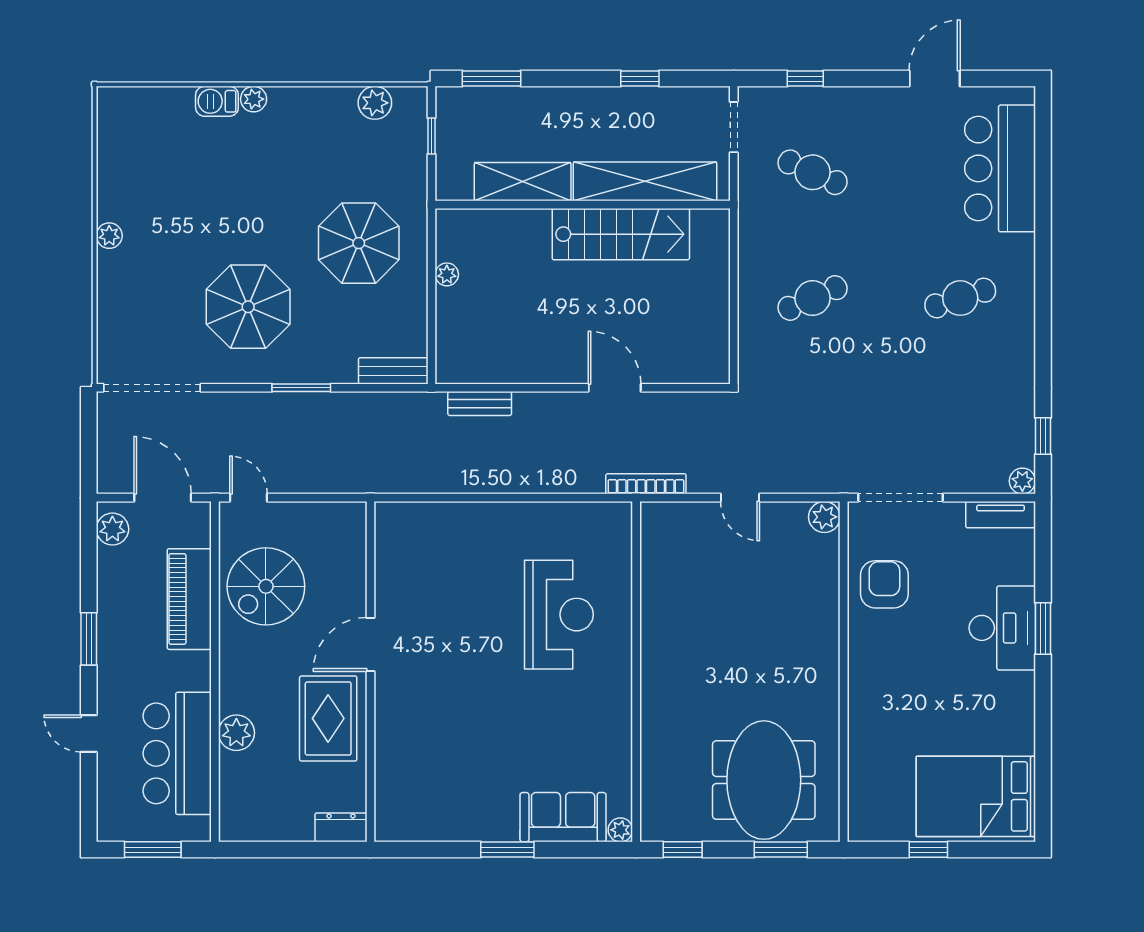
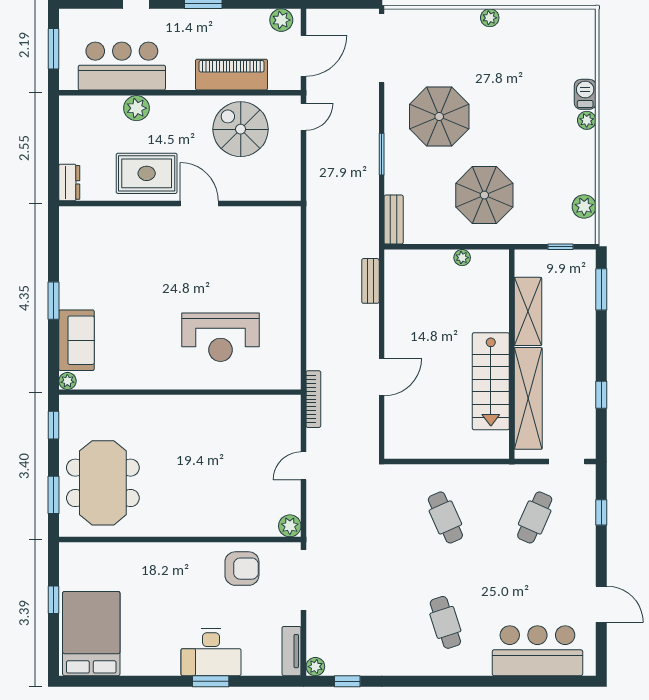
meeting table: (764, 780) -> (103, 483), turned 90

